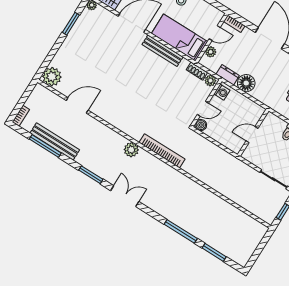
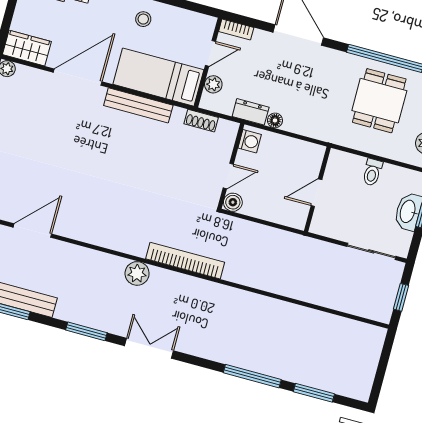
plant: (210, 81) -> (227, 129), removed
floor lamp: (246, 83) -> (275, 120), width x0.53, depth x0.53

